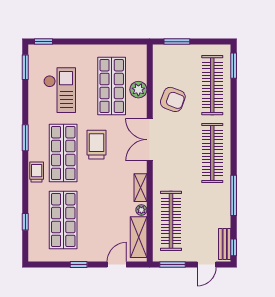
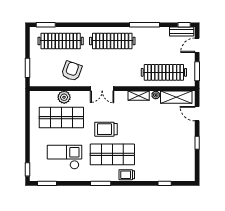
double door: (150, 140) -> (102, 89), width x0.73
shop shelf: (63, 220) -> (163, 154), removed
door: (207, 264) -> (197, 45), swing flipped

